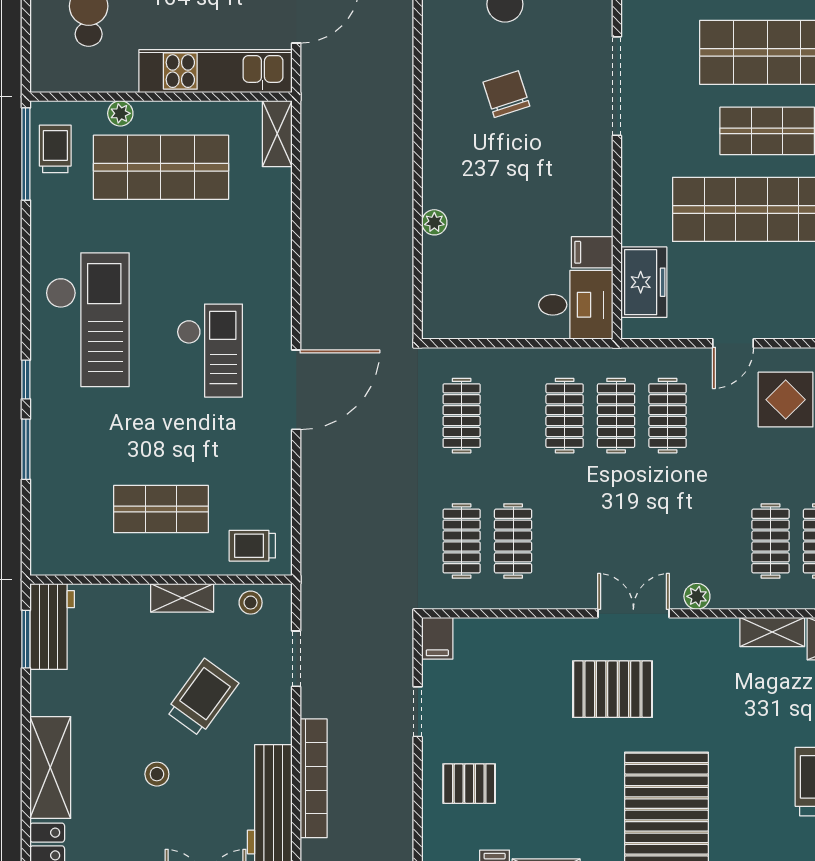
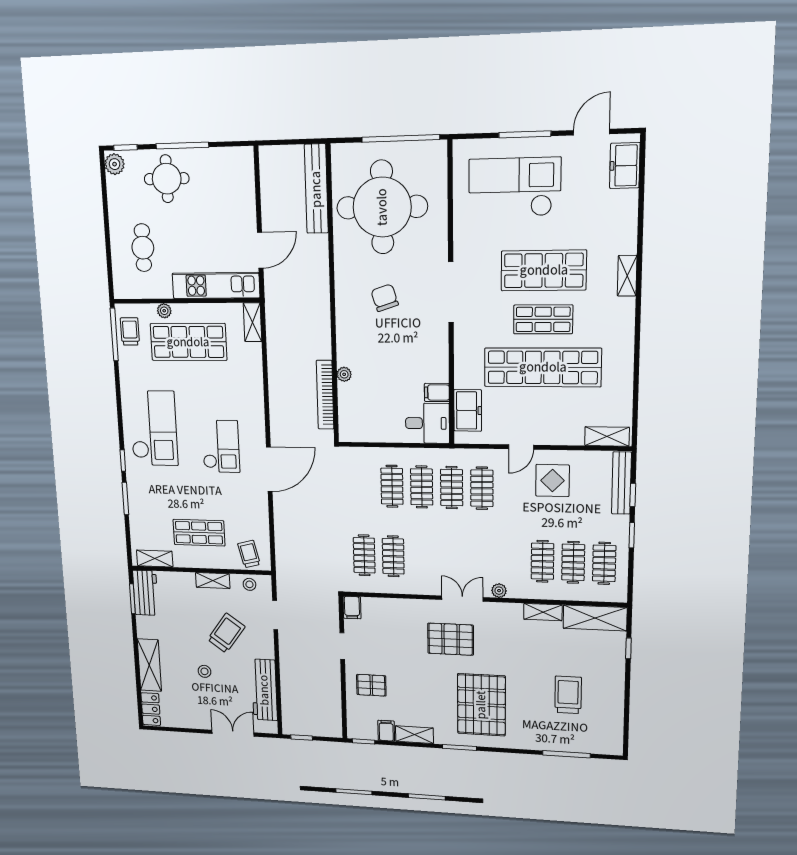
clothes rail: (462, 416) -> (392, 486), moved
trolley: (252, 546) -> (249, 554), turned 76
shelving: (74, 560) -> (155, 559), added
bookcase: (314, 778) -> (325, 395), moved, turned 180

